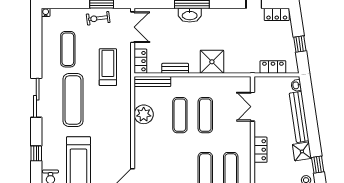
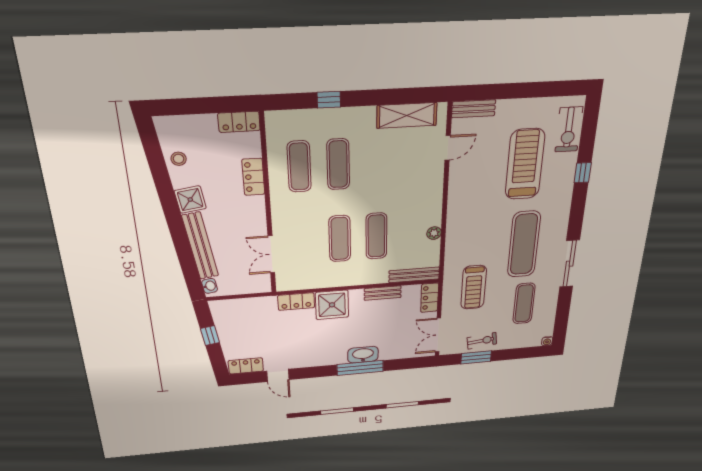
locker: (273, 67) -> (296, 302), moved
sliding door: (36, 98) -> (570, 264), moved
double door: (253, 107) -> (271, 254), swing flipped
plant: (144, 114) -> (434, 233), width x0.53, depth x0.53
locker: (260, 150) -> (253, 177), moved
window: (318, 165) -> (163, 182), removed

